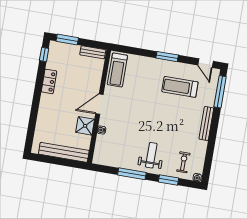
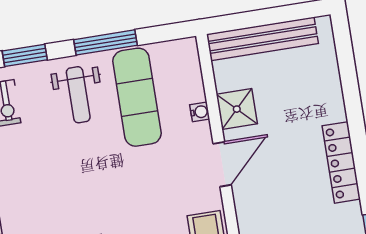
locker: (49, 81) -> (341, 162), width x1.53
exercise mat: (126, 146) -> (137, 97), added

